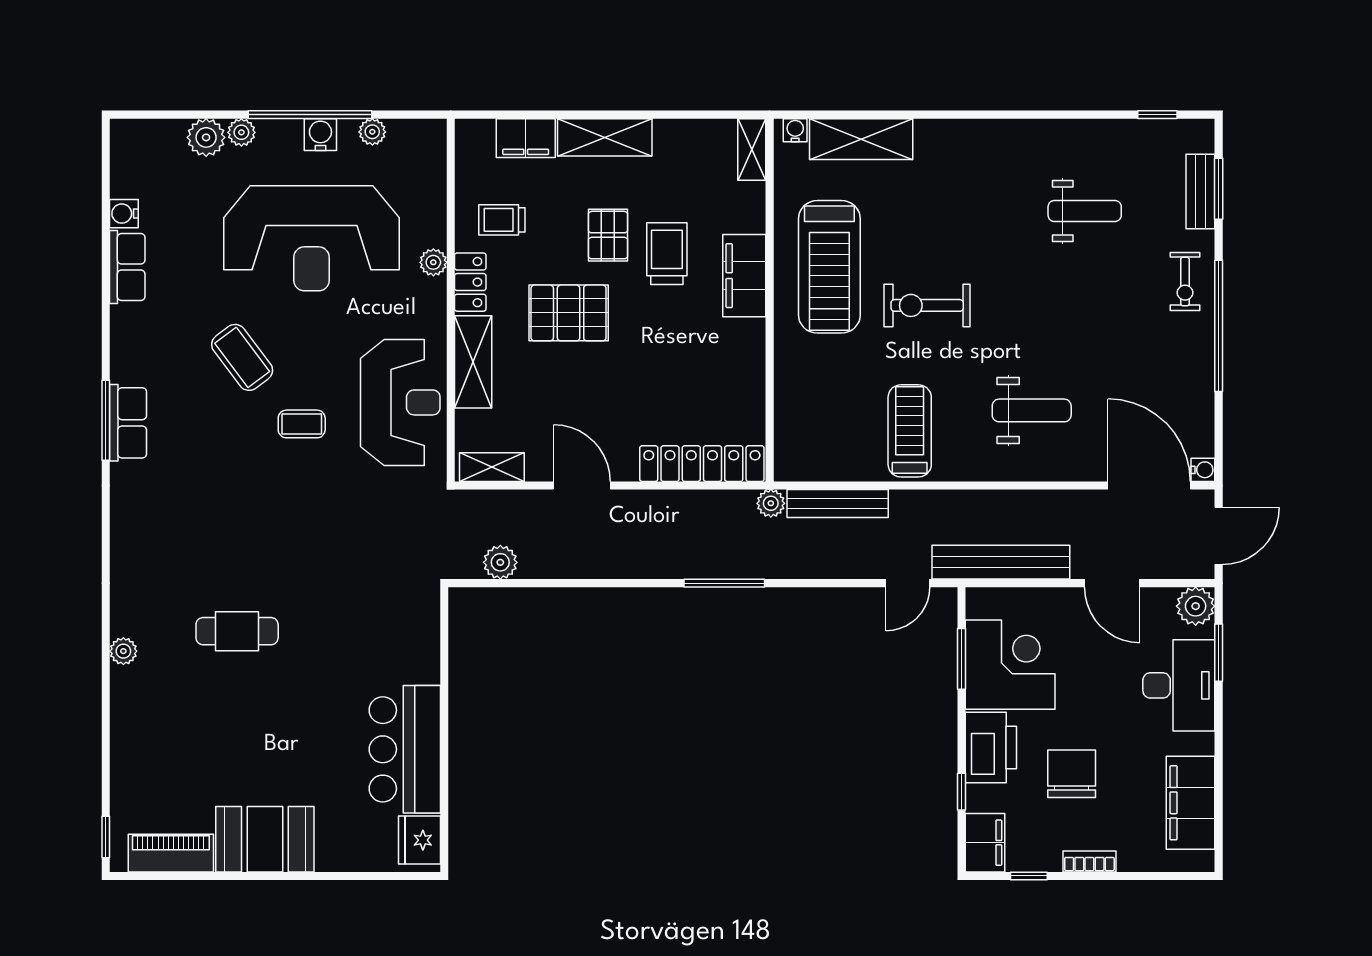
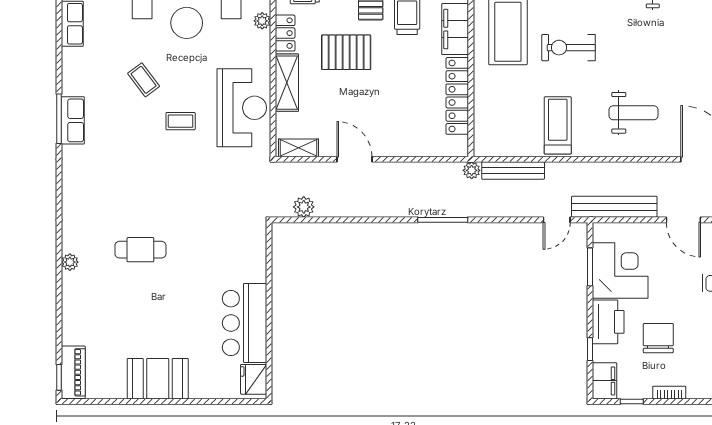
coffee table: (242, 357) -> (144, 80), width x0.73, depth x0.77
locker: (702, 464) -> (457, 96), moved, turned -90
piano: (171, 853) -> (73, 372), moved, turned 90

